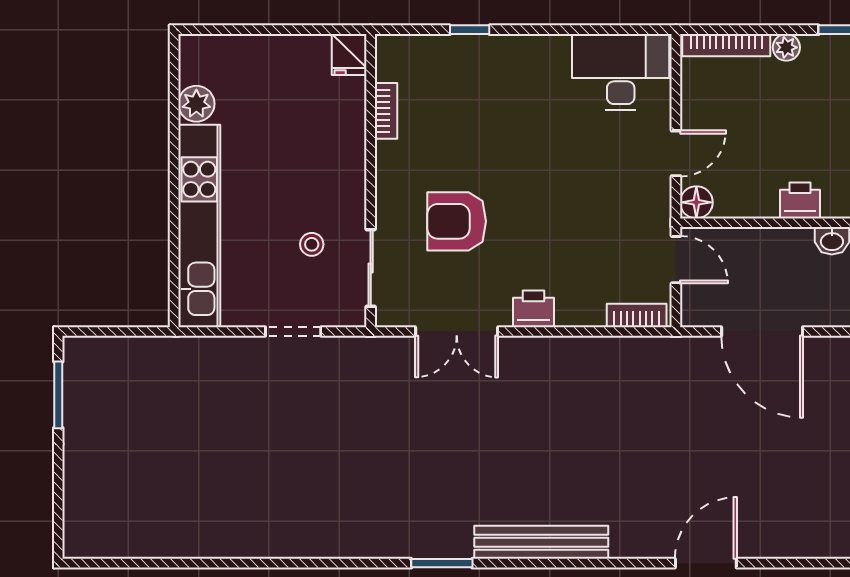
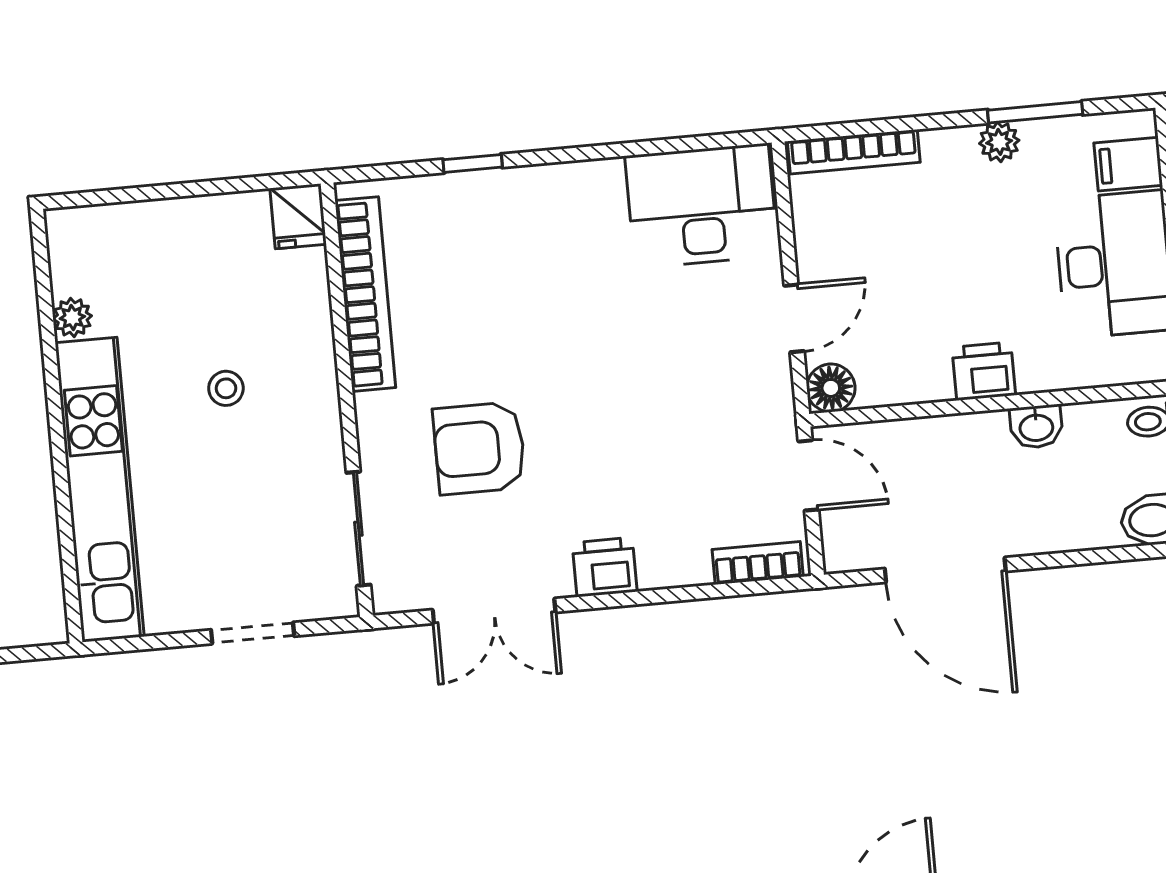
plant: (786, 47) -> (999, 142), moved
plant: (196, 104) -> (72, 317), width x0.73, depth x0.73
bookcase: (386, 111) -> (365, 294), width x2.31, depth x1.31
stool: (312, 244) -> (226, 388), moved

